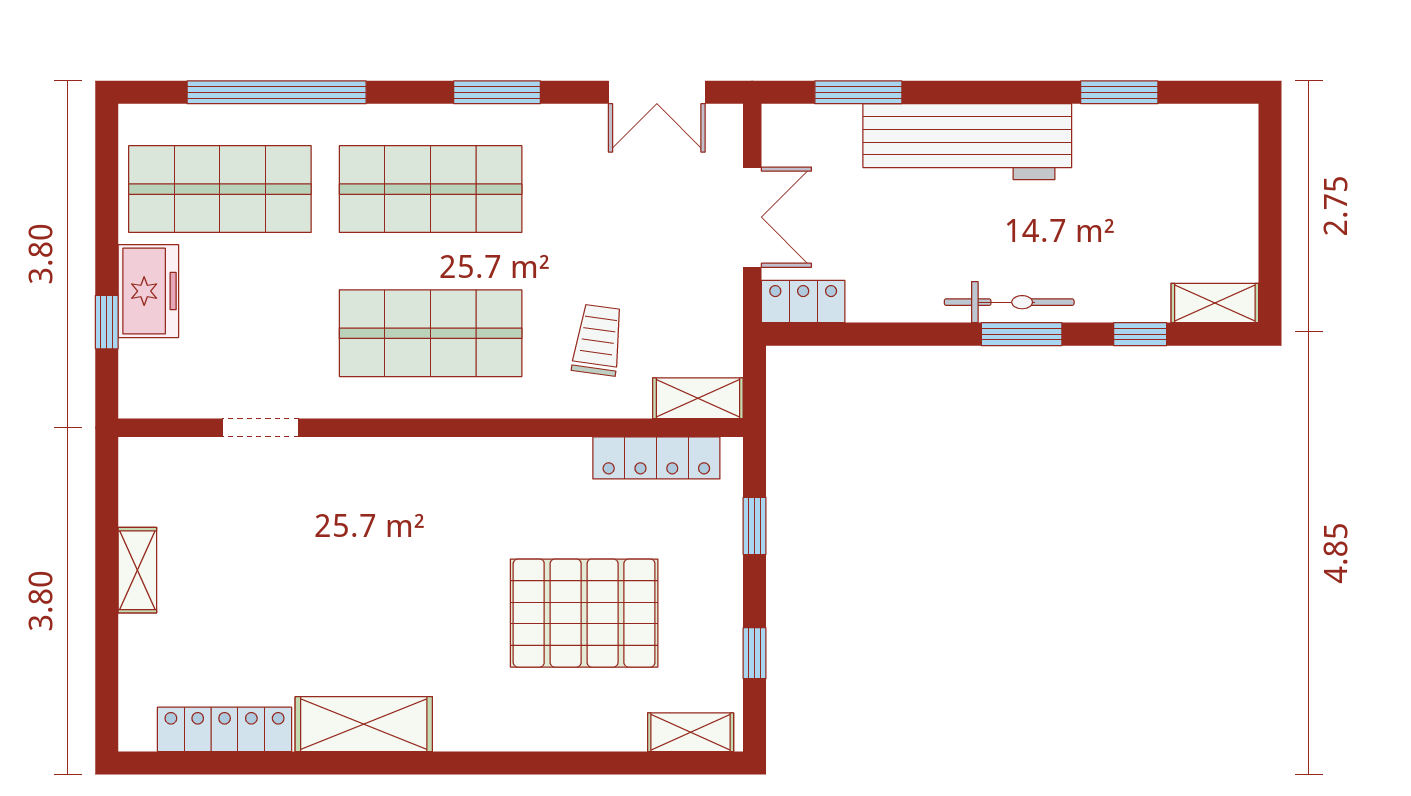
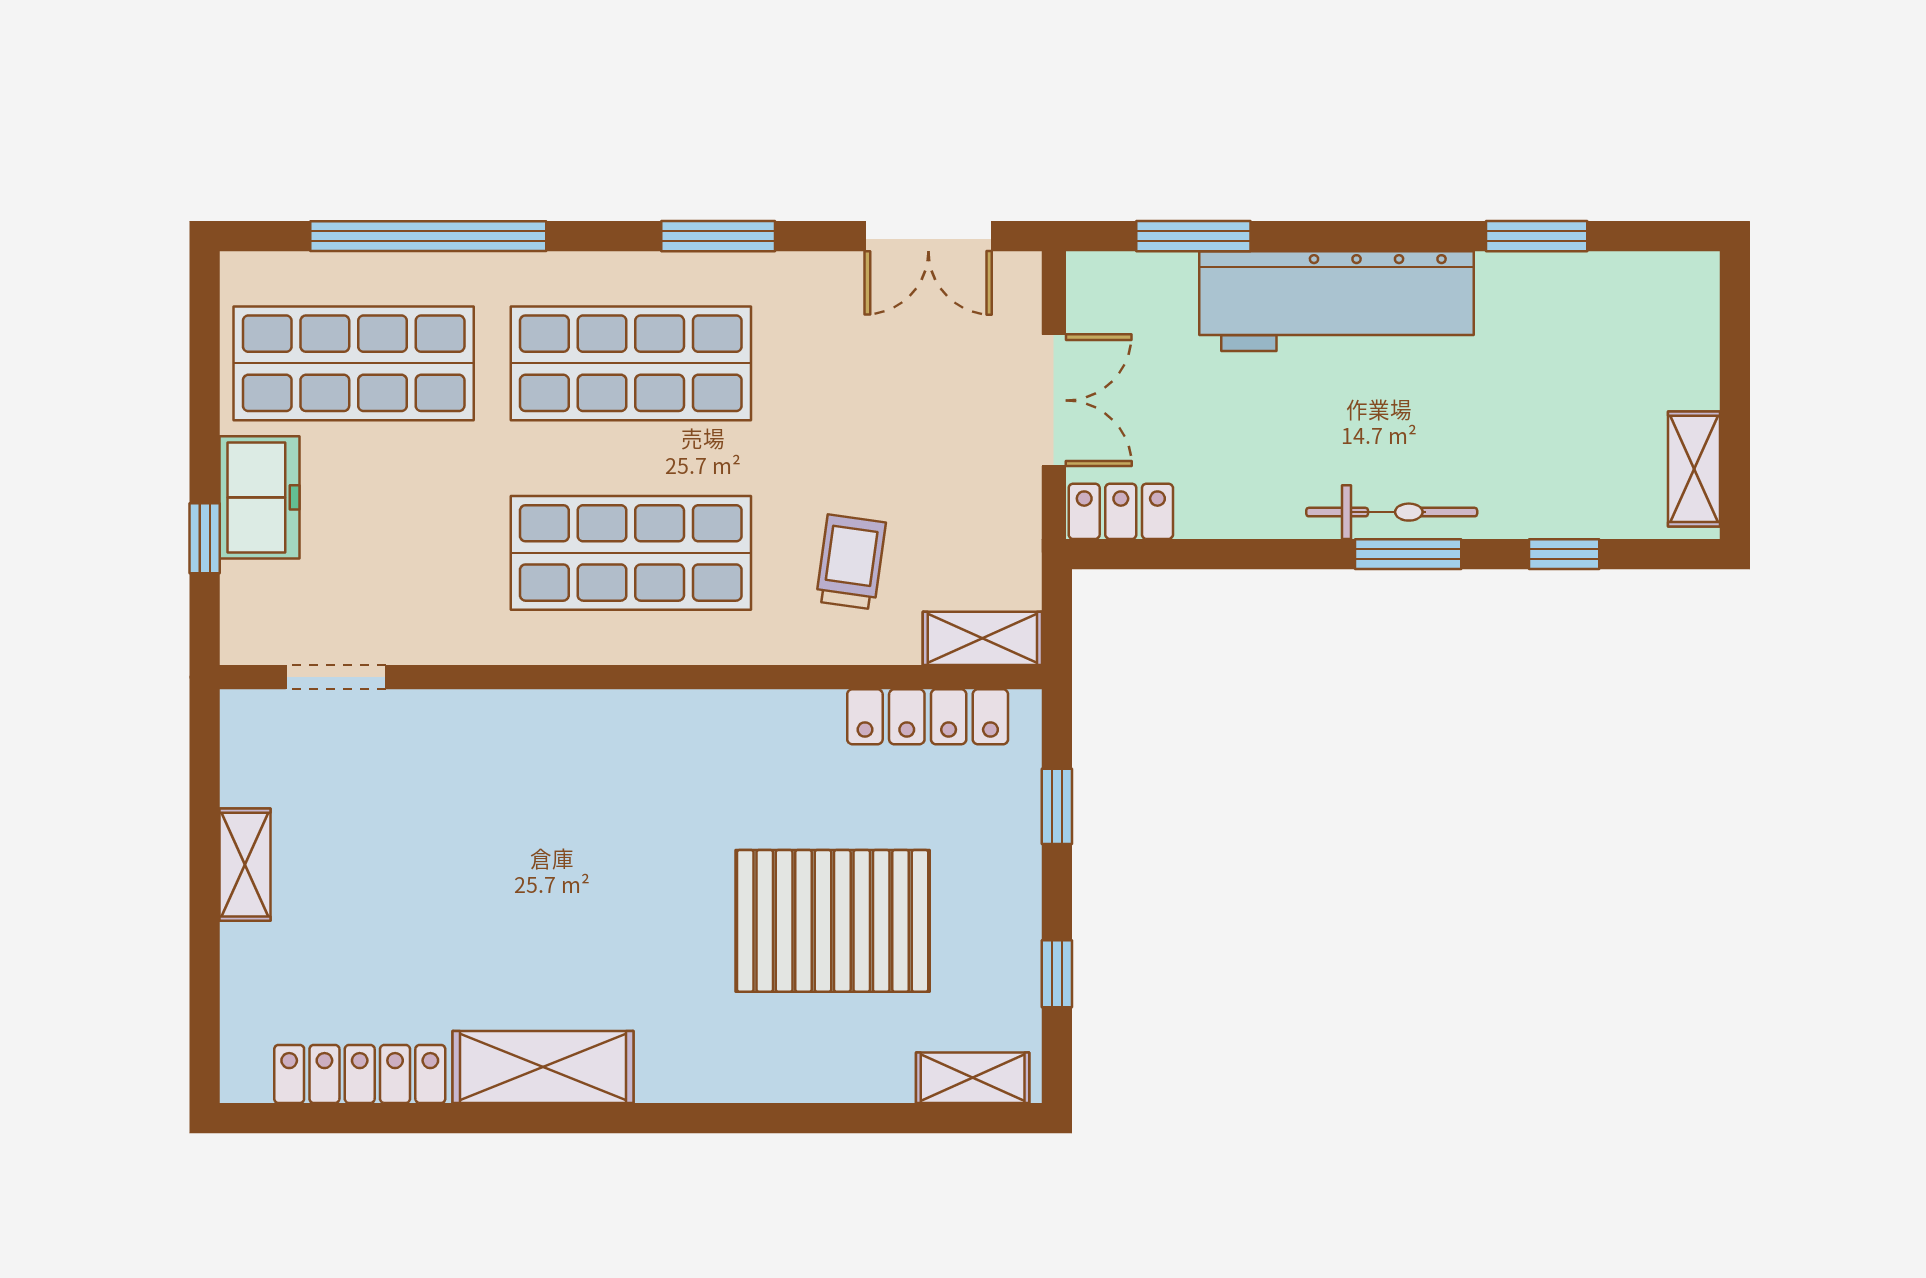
shelving: (1215, 303) -> (1694, 469), moved, turned 90
doorway: (261, 428) -> (336, 677), moved

